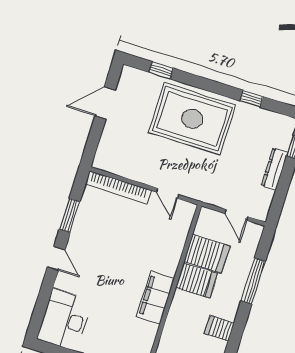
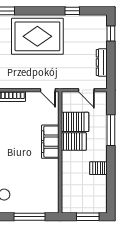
dresser: (275, 169) -> (102, 63), moved
door: (168, 193) -> (48, 90), moved
filing cabinet: (155, 298) -> (50, 142), moved

